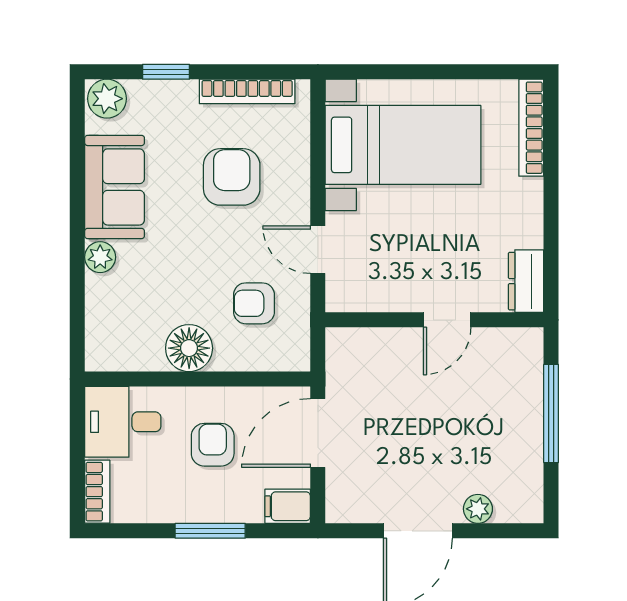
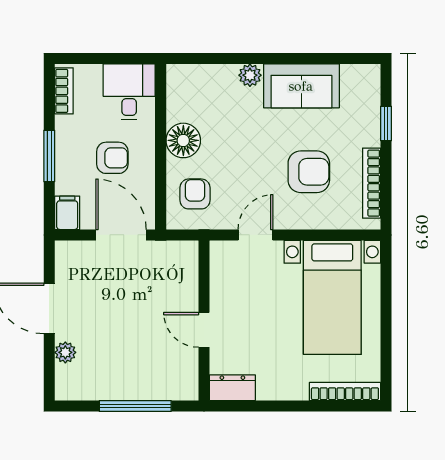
plant: (107, 99) -> (366, 80), removed
armchair: (254, 303) -> (195, 194), moved
bookcase: (97, 492) -> (64, 91), moved, turned -90

